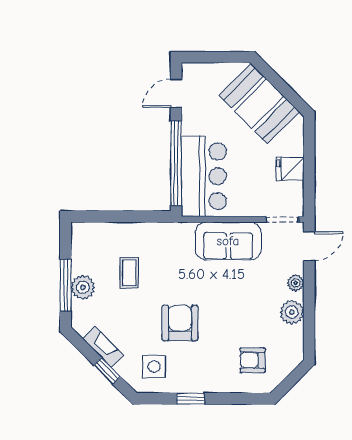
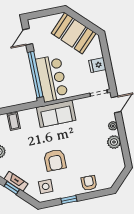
sofa: (228, 241) -> (56, 114), moved
coffee table: (129, 273) -> (14, 121), moved
armchair: (180, 323) -> (55, 160), turned 180
armchair: (253, 360) -> (89, 183), moved, turned 90
window: (107, 371) -> (12, 188), moved

